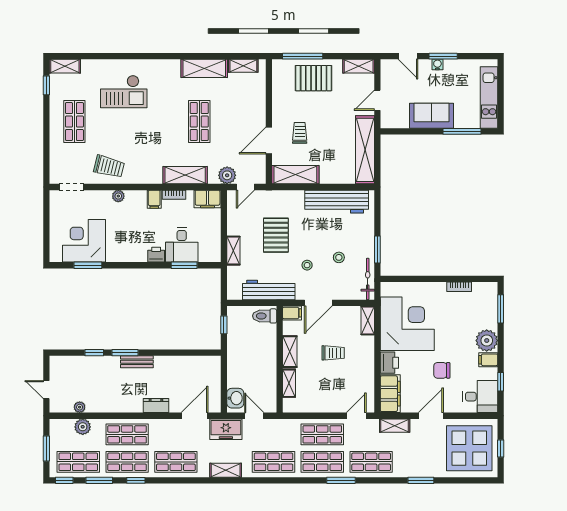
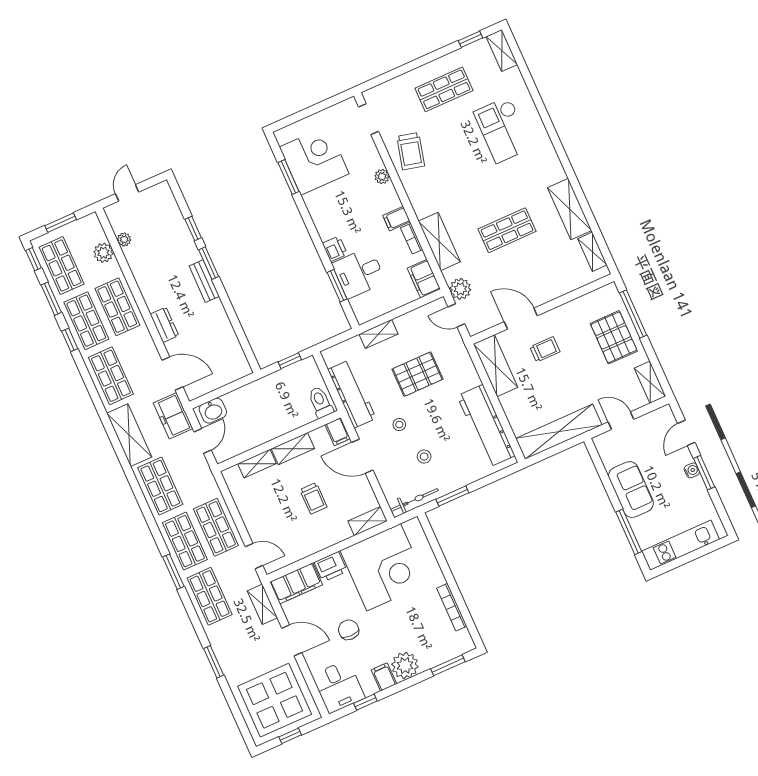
bookcase: (459, 287) -> (452, 607), width x1.56
shelving: (226, 470) -> (129, 435), width x1.50, depth x1.33

